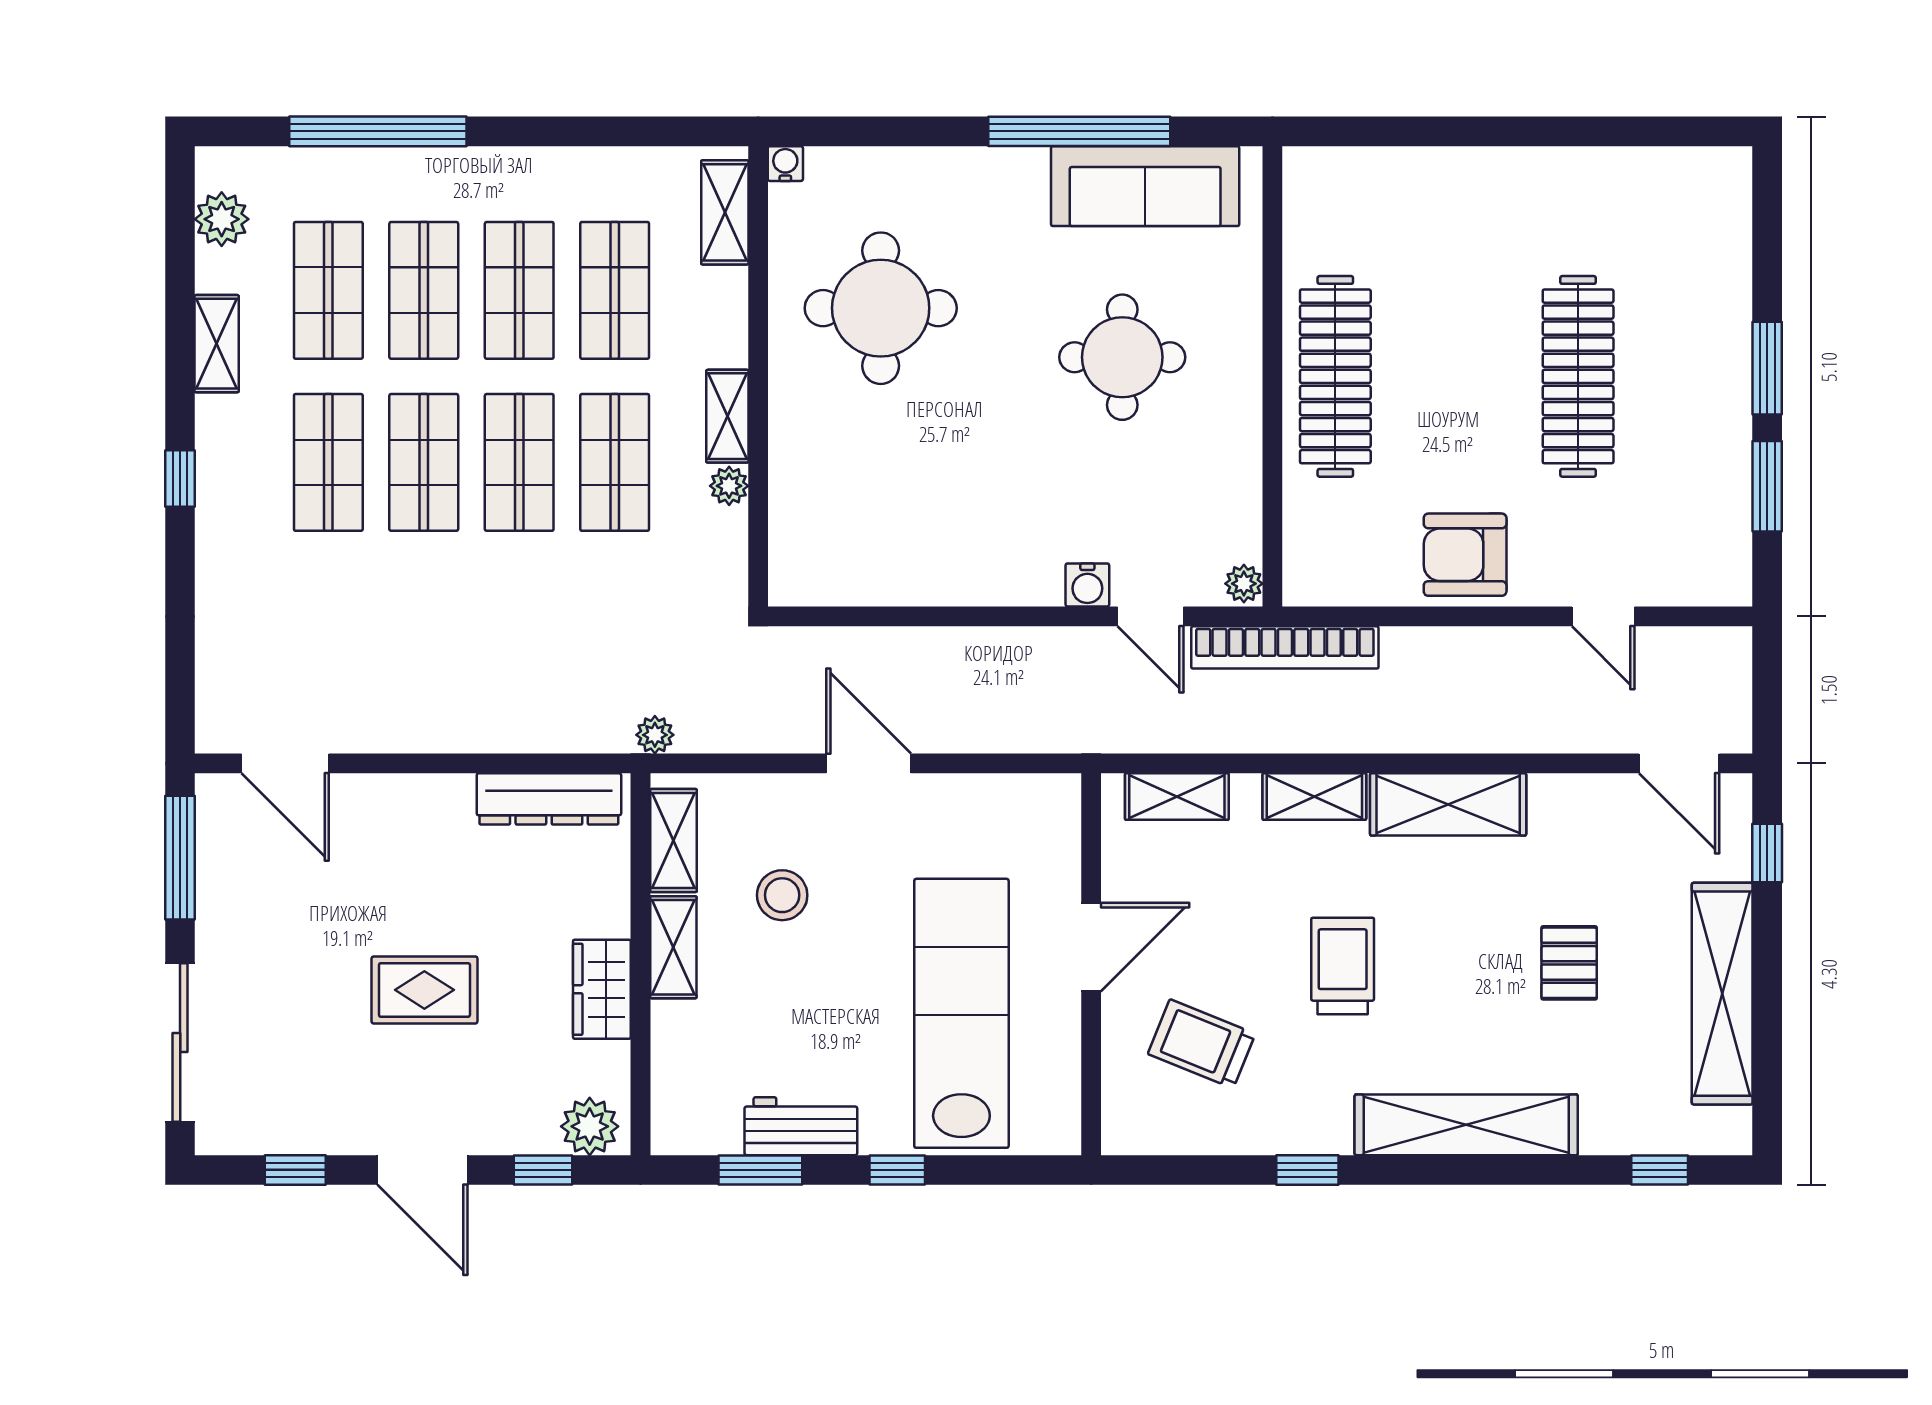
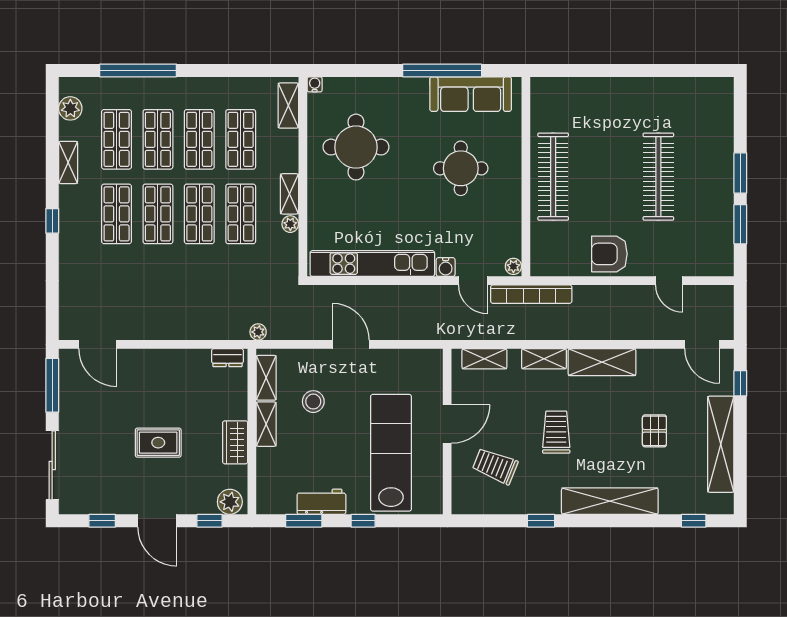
kitchen unit: (918, 577) -> (372, 264), added
dresser: (549, 799) -> (227, 358), width x0.51, depth x0.80

